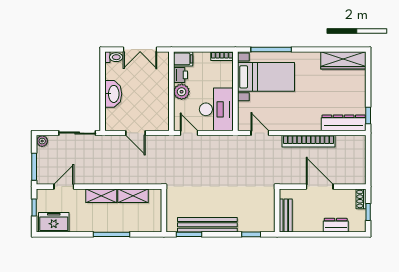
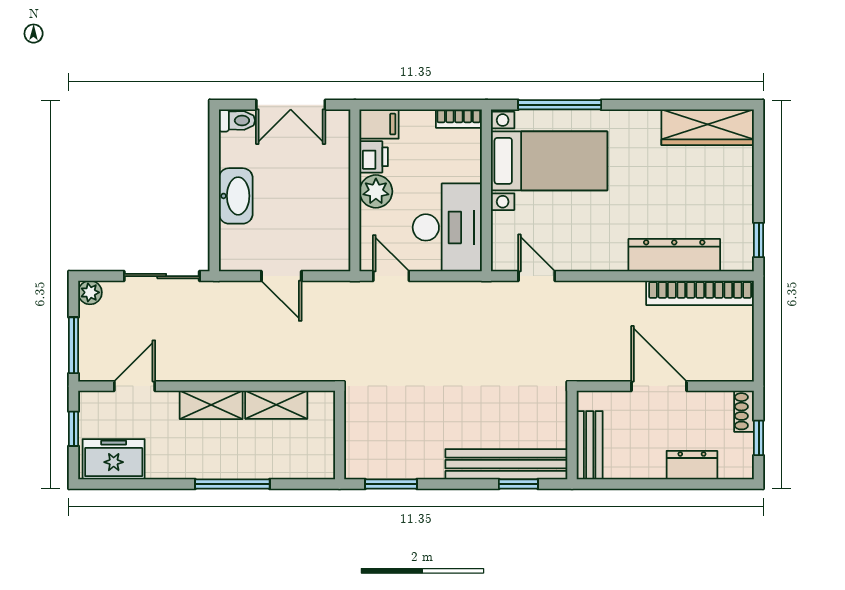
dresser: (344, 123) -> (674, 255), moved
bookcase: (309, 141) -> (700, 293), moved
bench: (207, 225) -> (506, 464), moved

